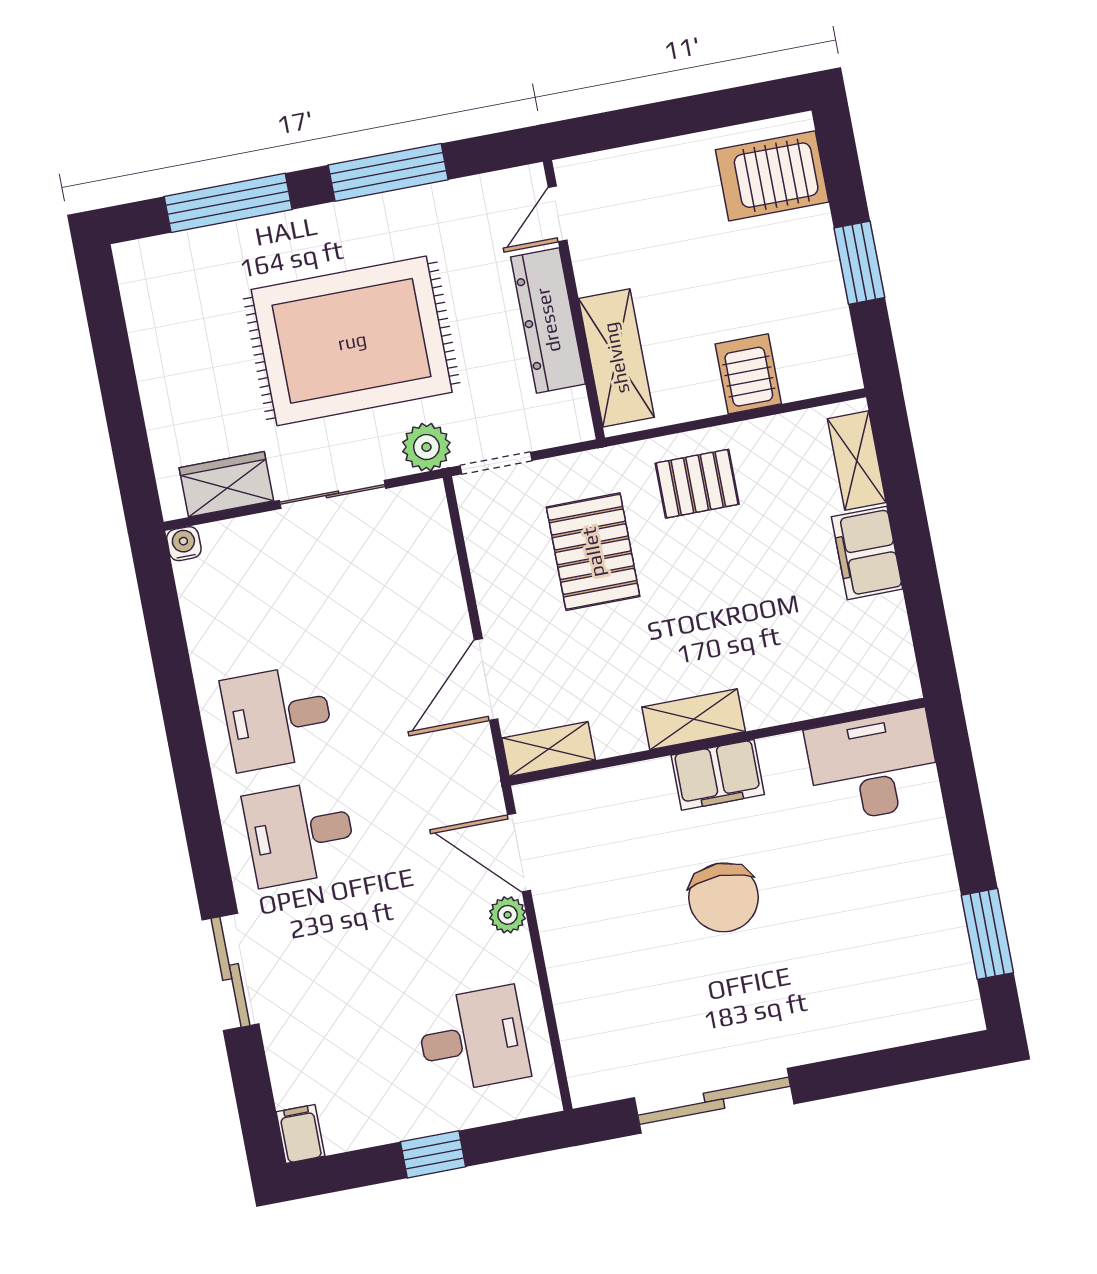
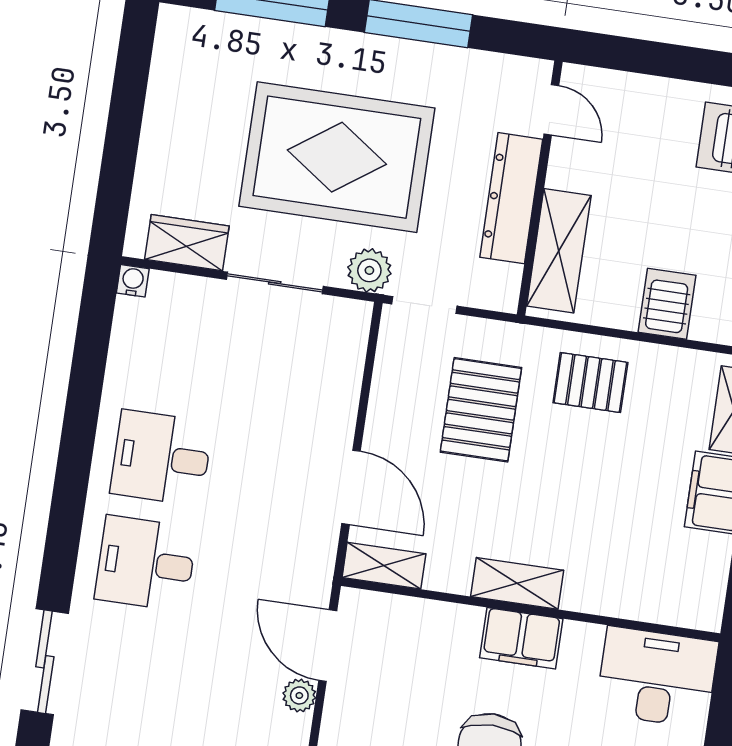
door: (558, 214) -> (551, 110), swing flipped
door: (486, 679) -> (351, 487), swing flipped

